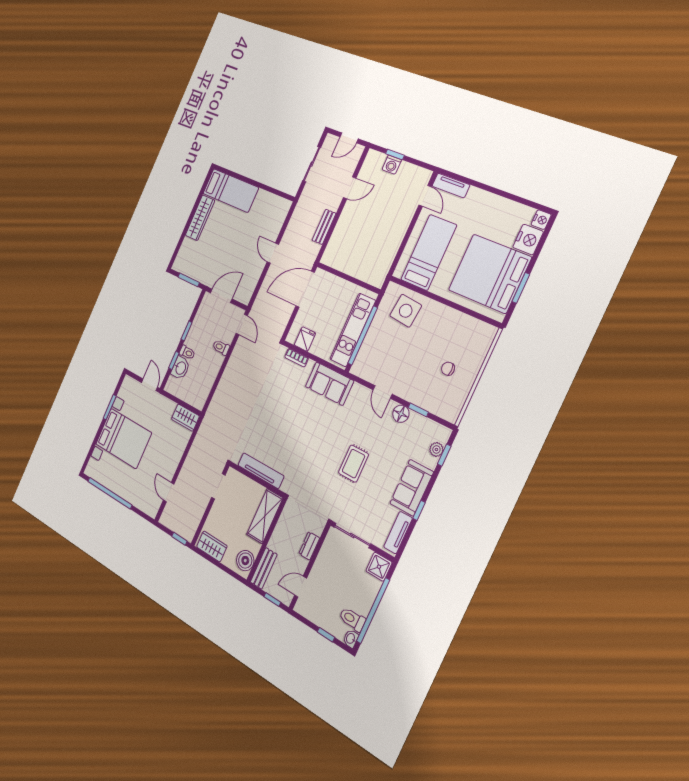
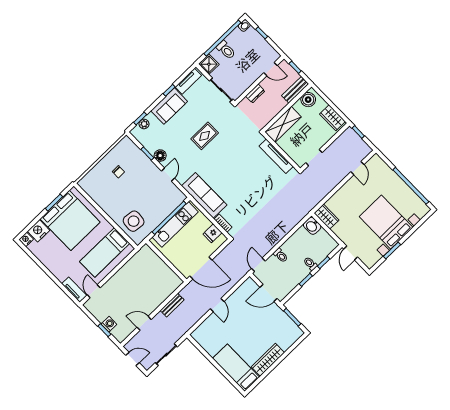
washbasin: (180, 368) -> (312, 226), moved, turned -90
sofa: (329, 384) -> (204, 195), width x1.36
toilet: (352, 619) -> (226, 50), moved

